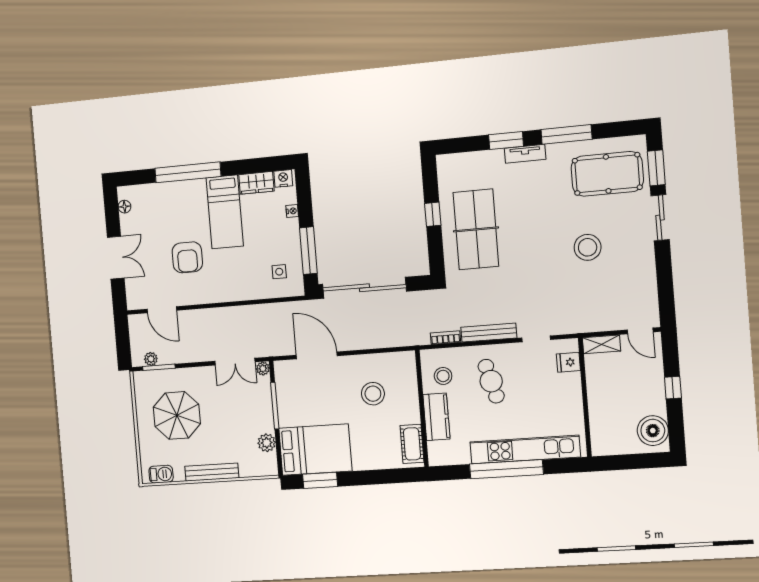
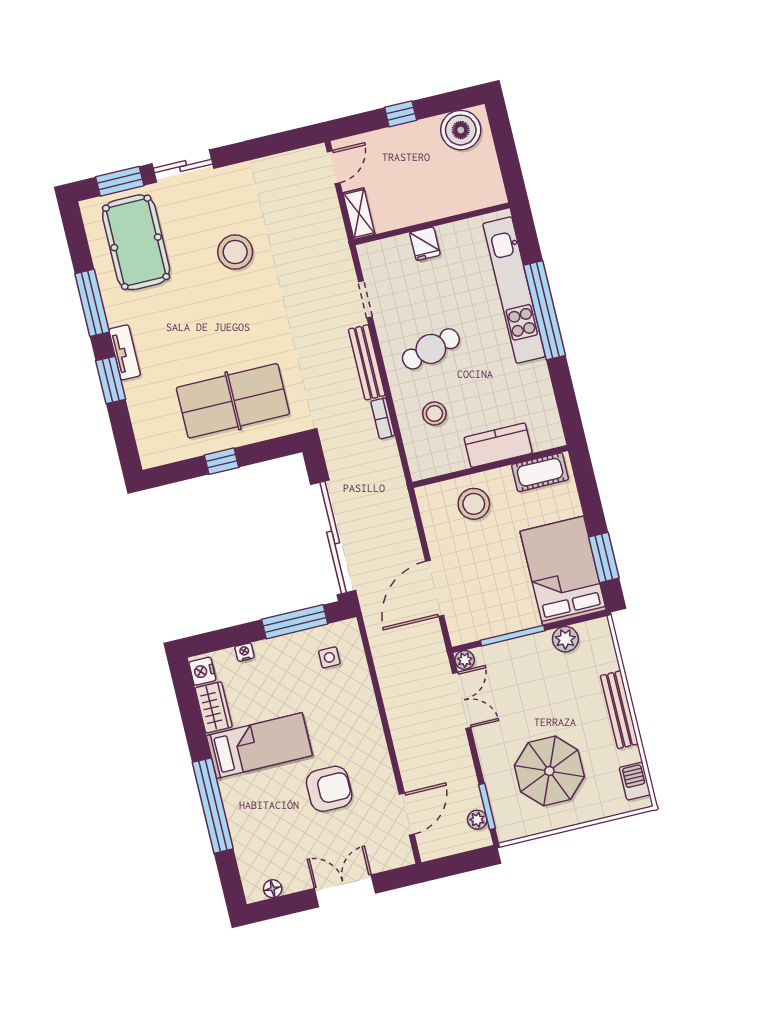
fridge: (568, 362) -> (425, 244), moved
wall: (422, 408) -> (490, 466), moved
kitchen counter: (436, 417) -> (498, 445), moved
cot: (412, 444) -> (540, 472), moved

